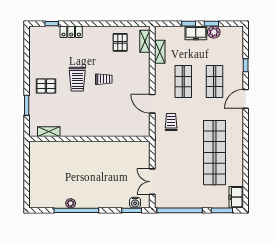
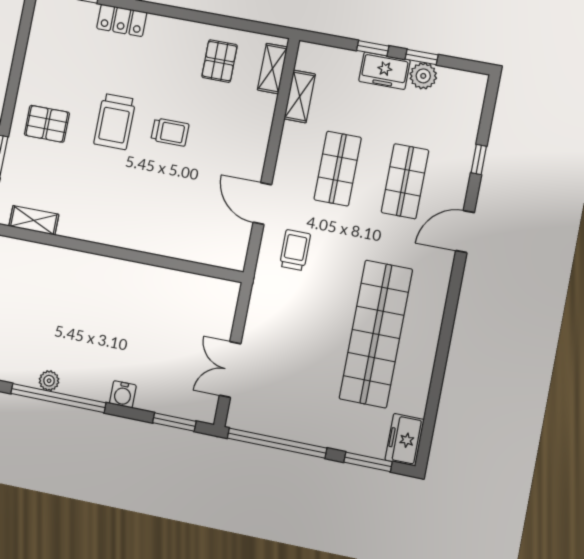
water cooler: (135, 203) -> (123, 394), moved

